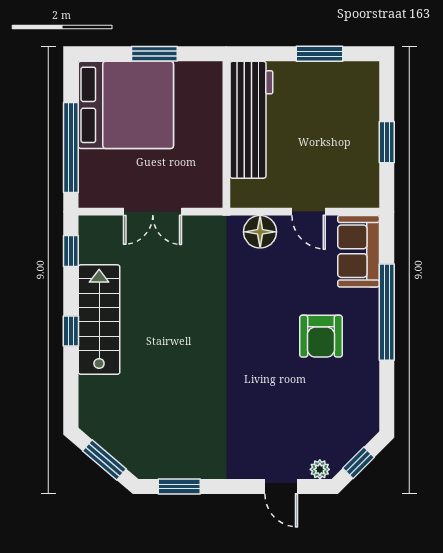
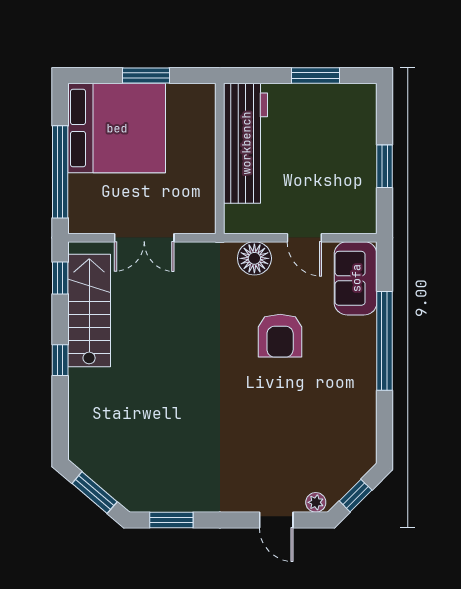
stairs: (99, 320) -> (89, 311), moved
armchair: (321, 336) -> (280, 336), moved

